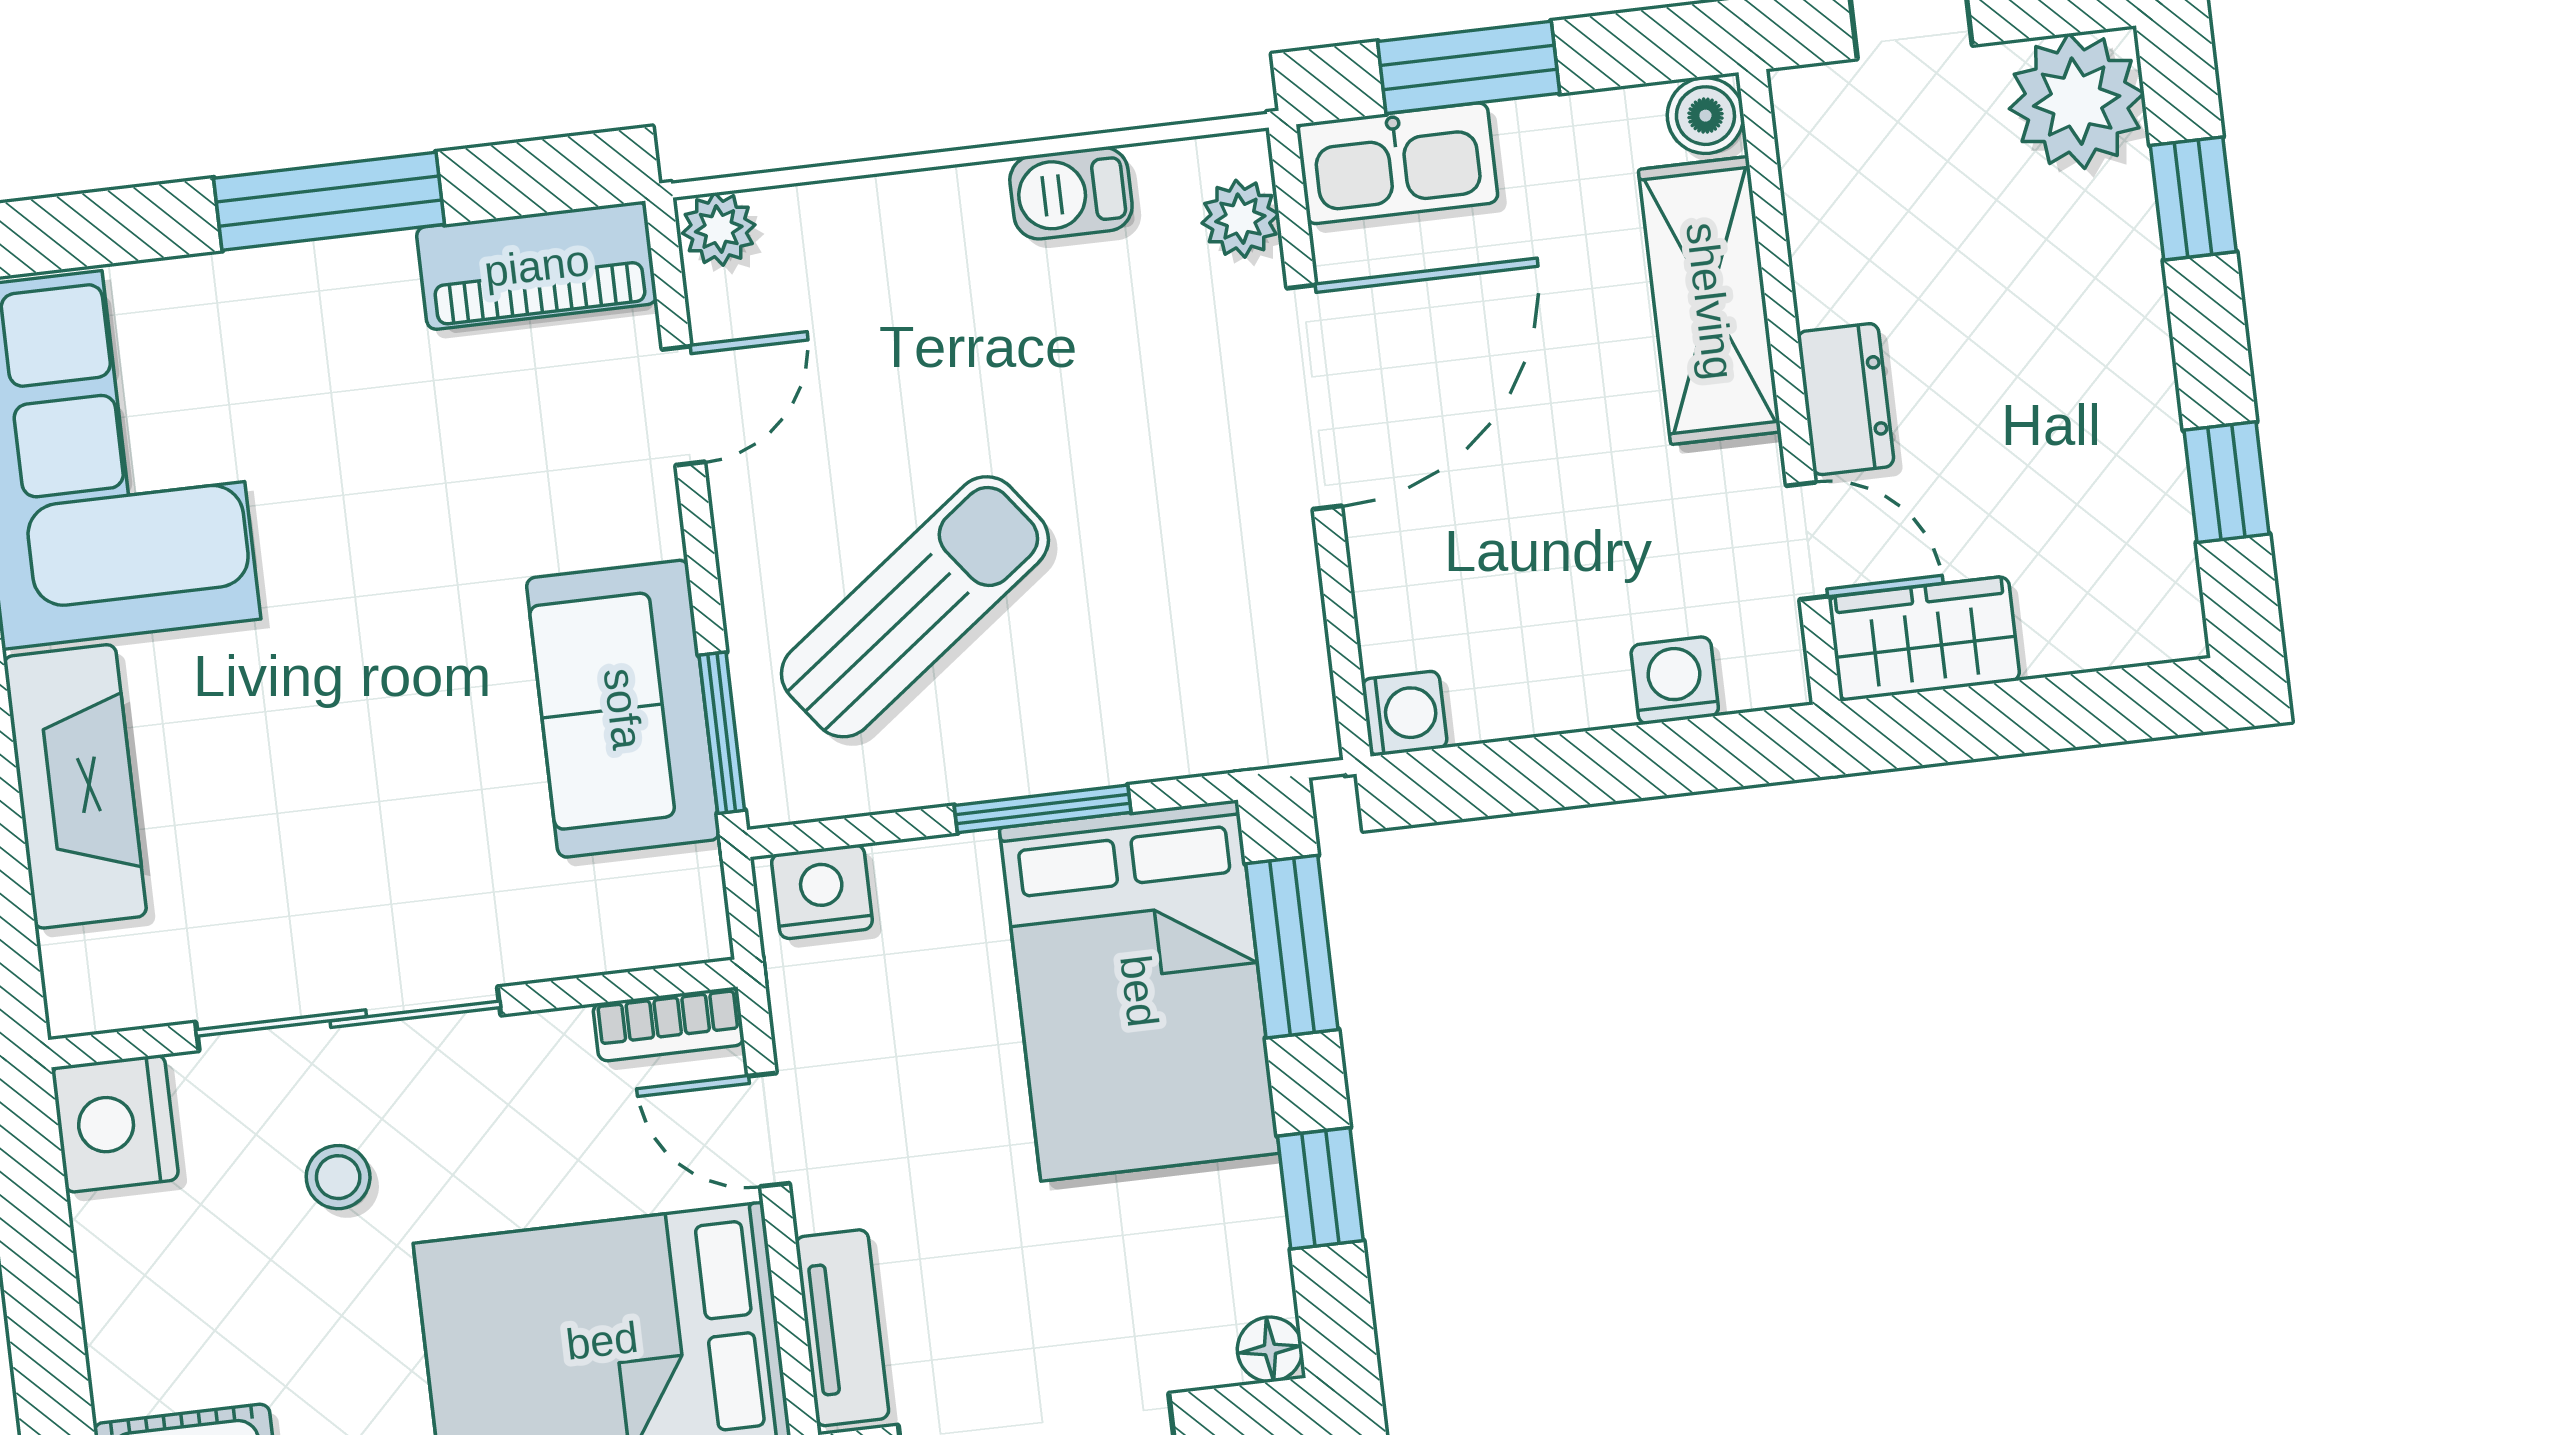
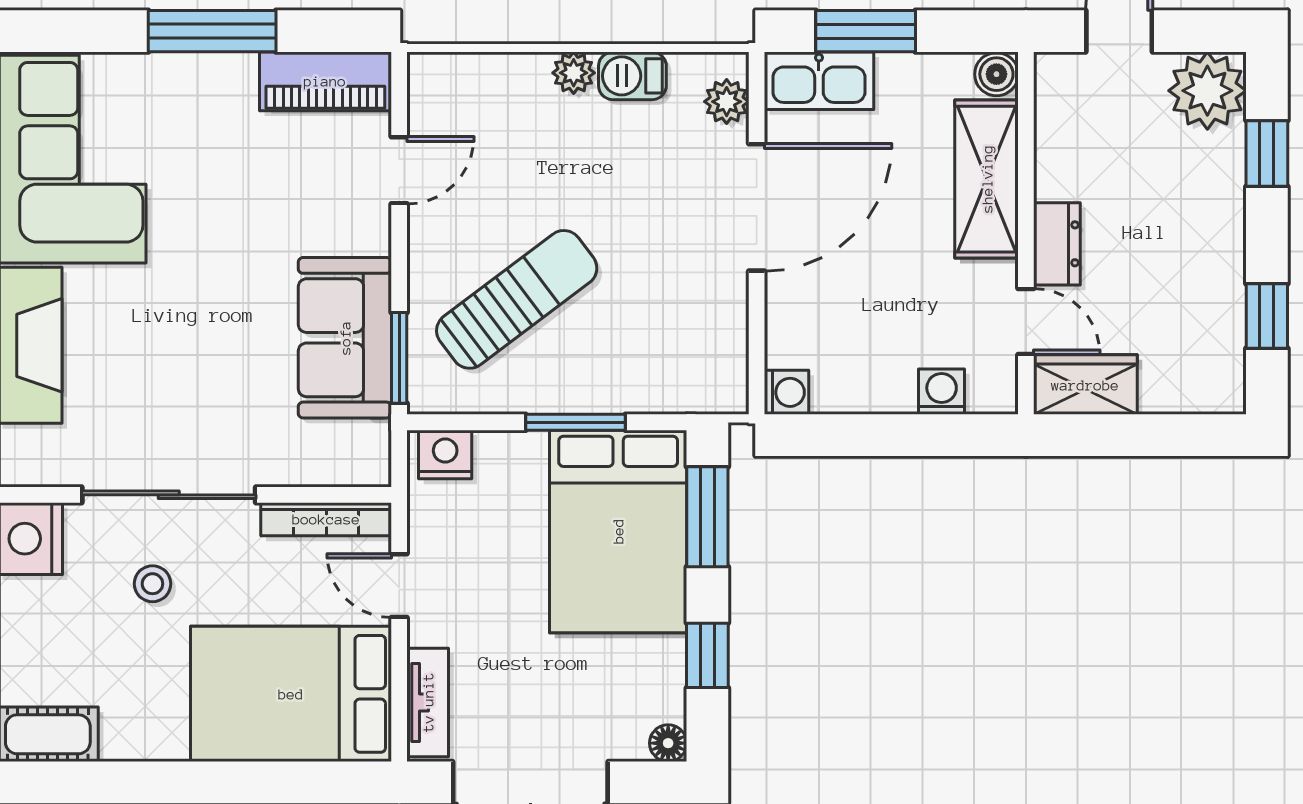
plant: (719, 229) -> (574, 73), moved
bookcase: (669, 1024) -> (326, 519), width x1.56

